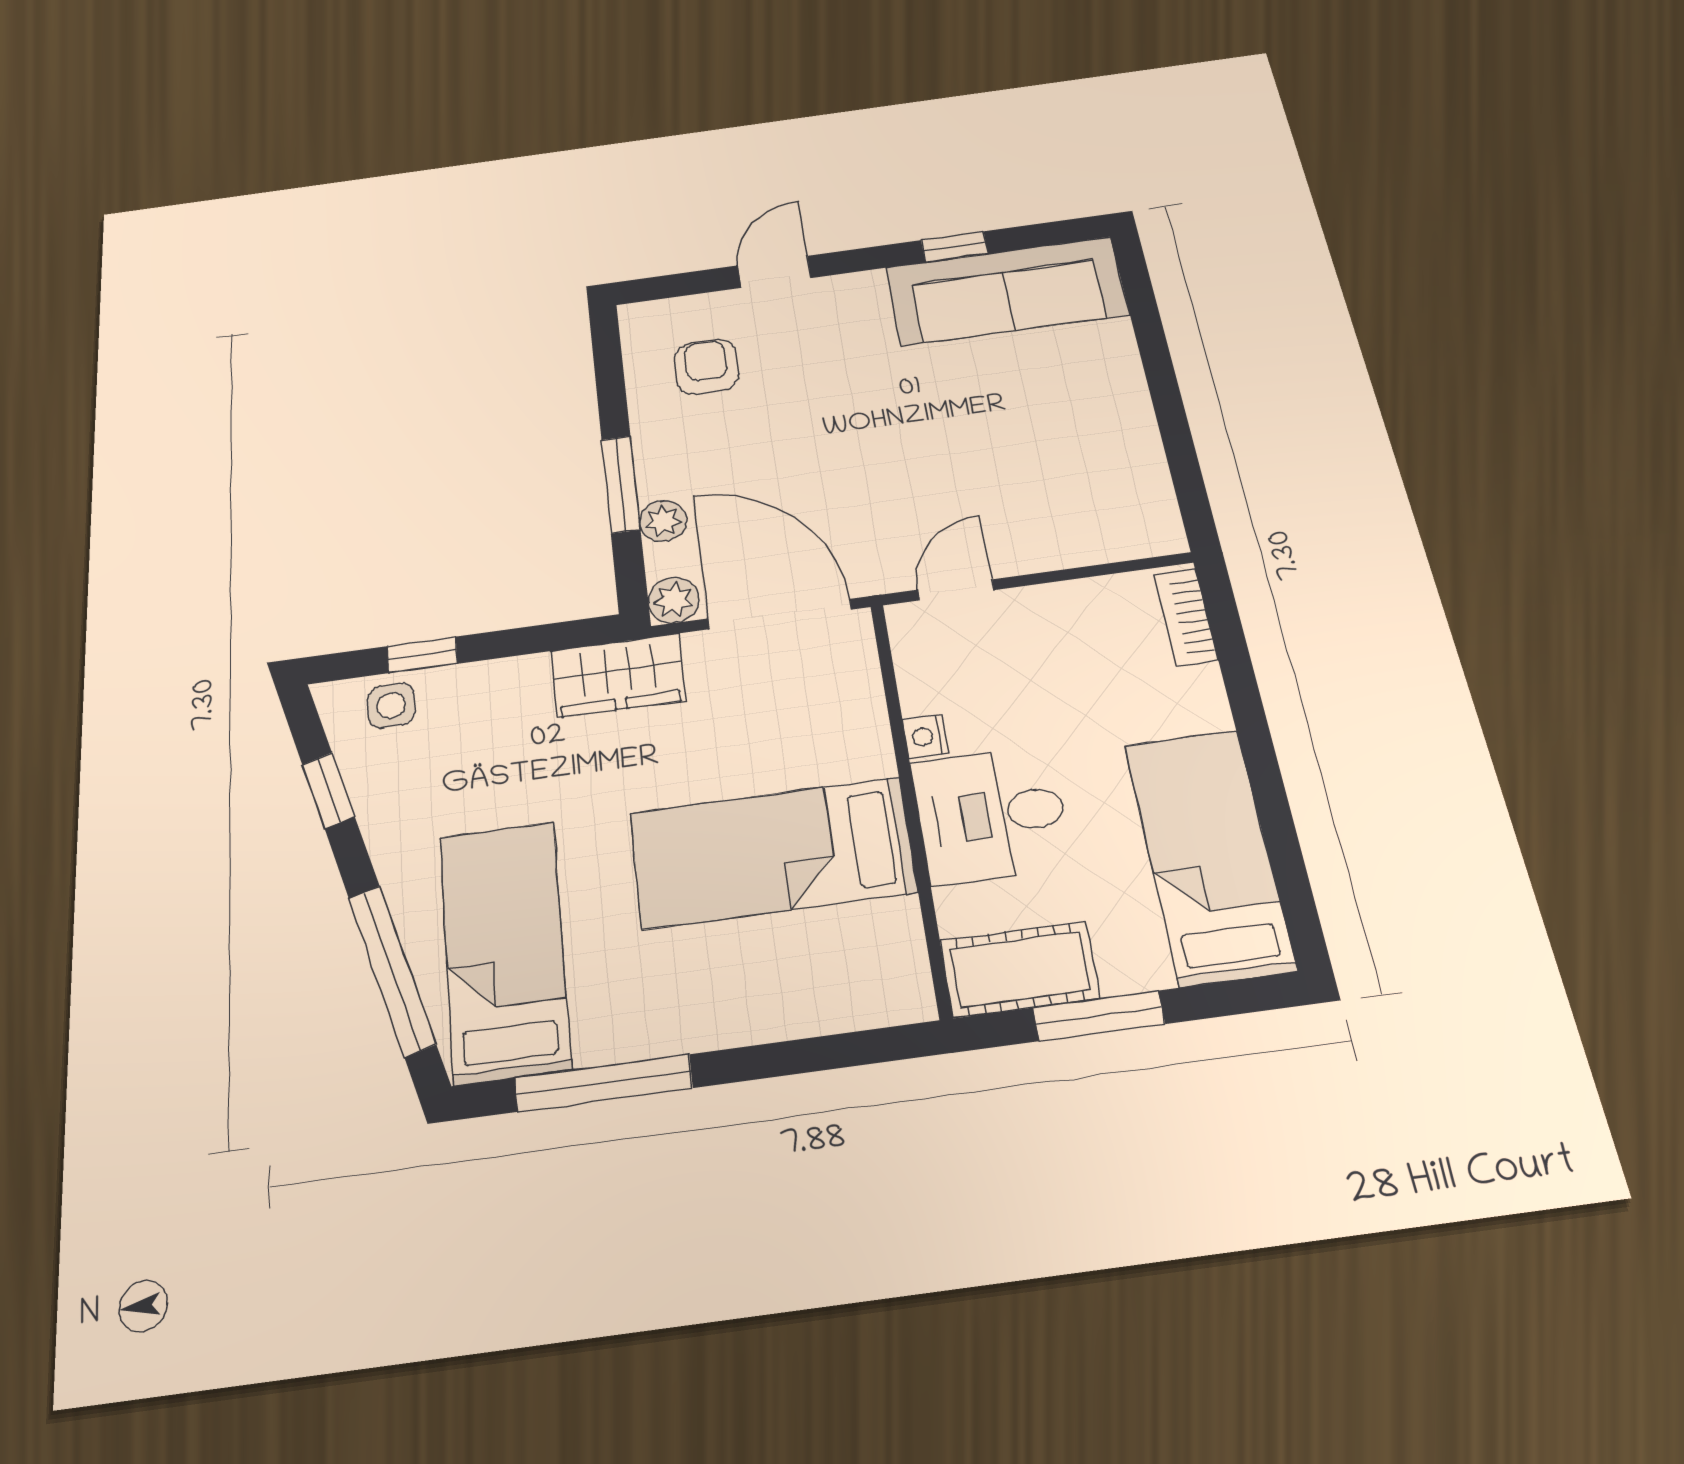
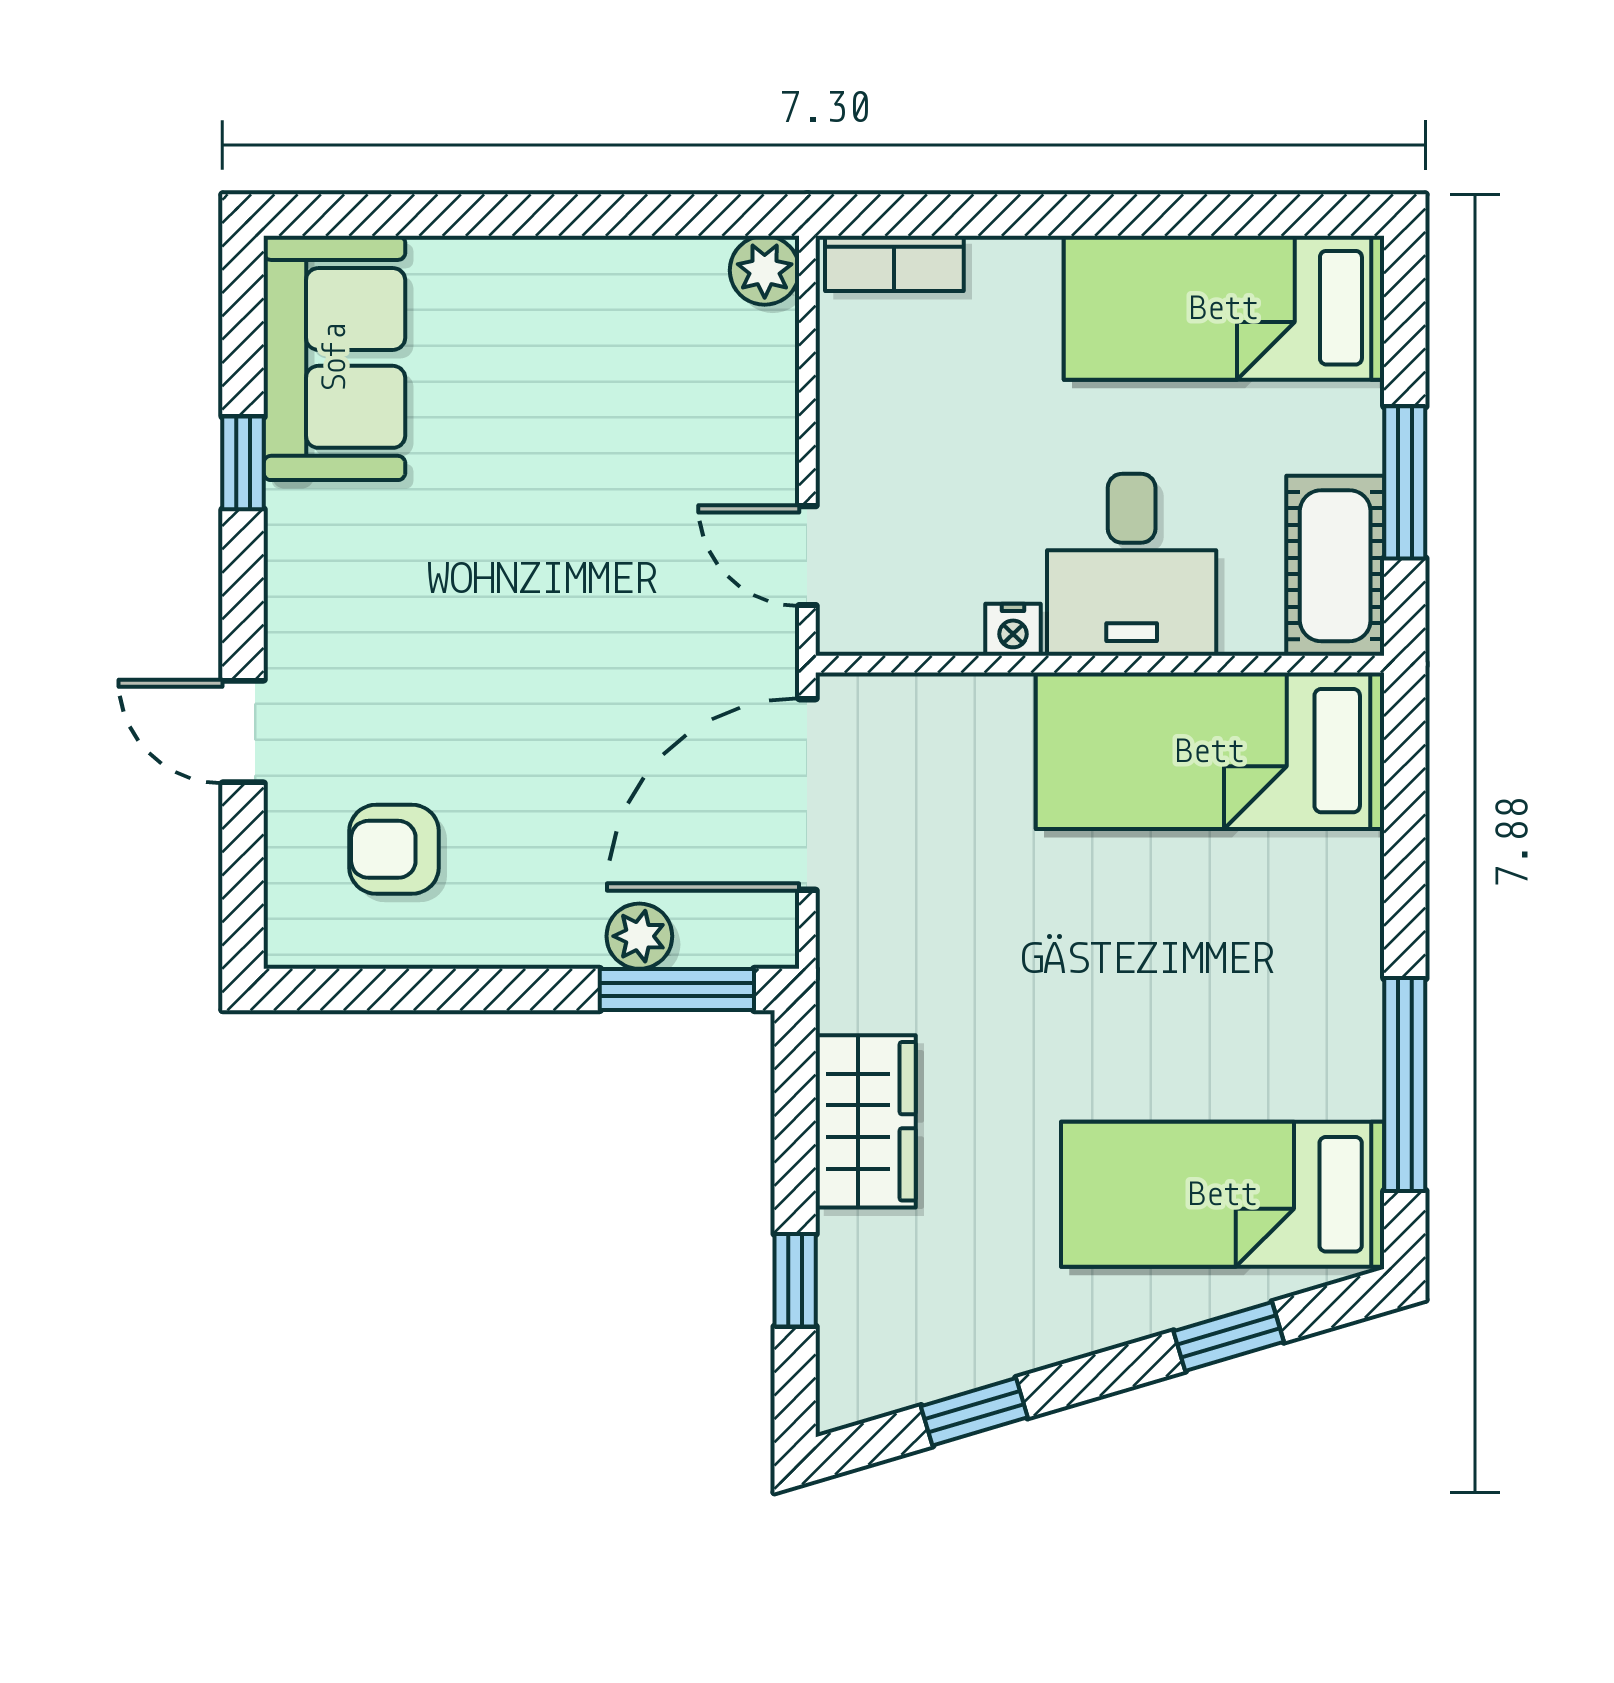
sofa: (1006, 291) -> (334, 358), width x0.73
window: (621, 484) -> (677, 990), moved
plant: (674, 600) -> (765, 270), moved
wardrobe: (618, 675) -> (866, 1121), moved
side table: (391, 706) -> (864, 1325), removed
bed: (772, 853) -> (1210, 751), moved, turned 90
window: (392, 970) -> (1229, 1336), width x0.46

